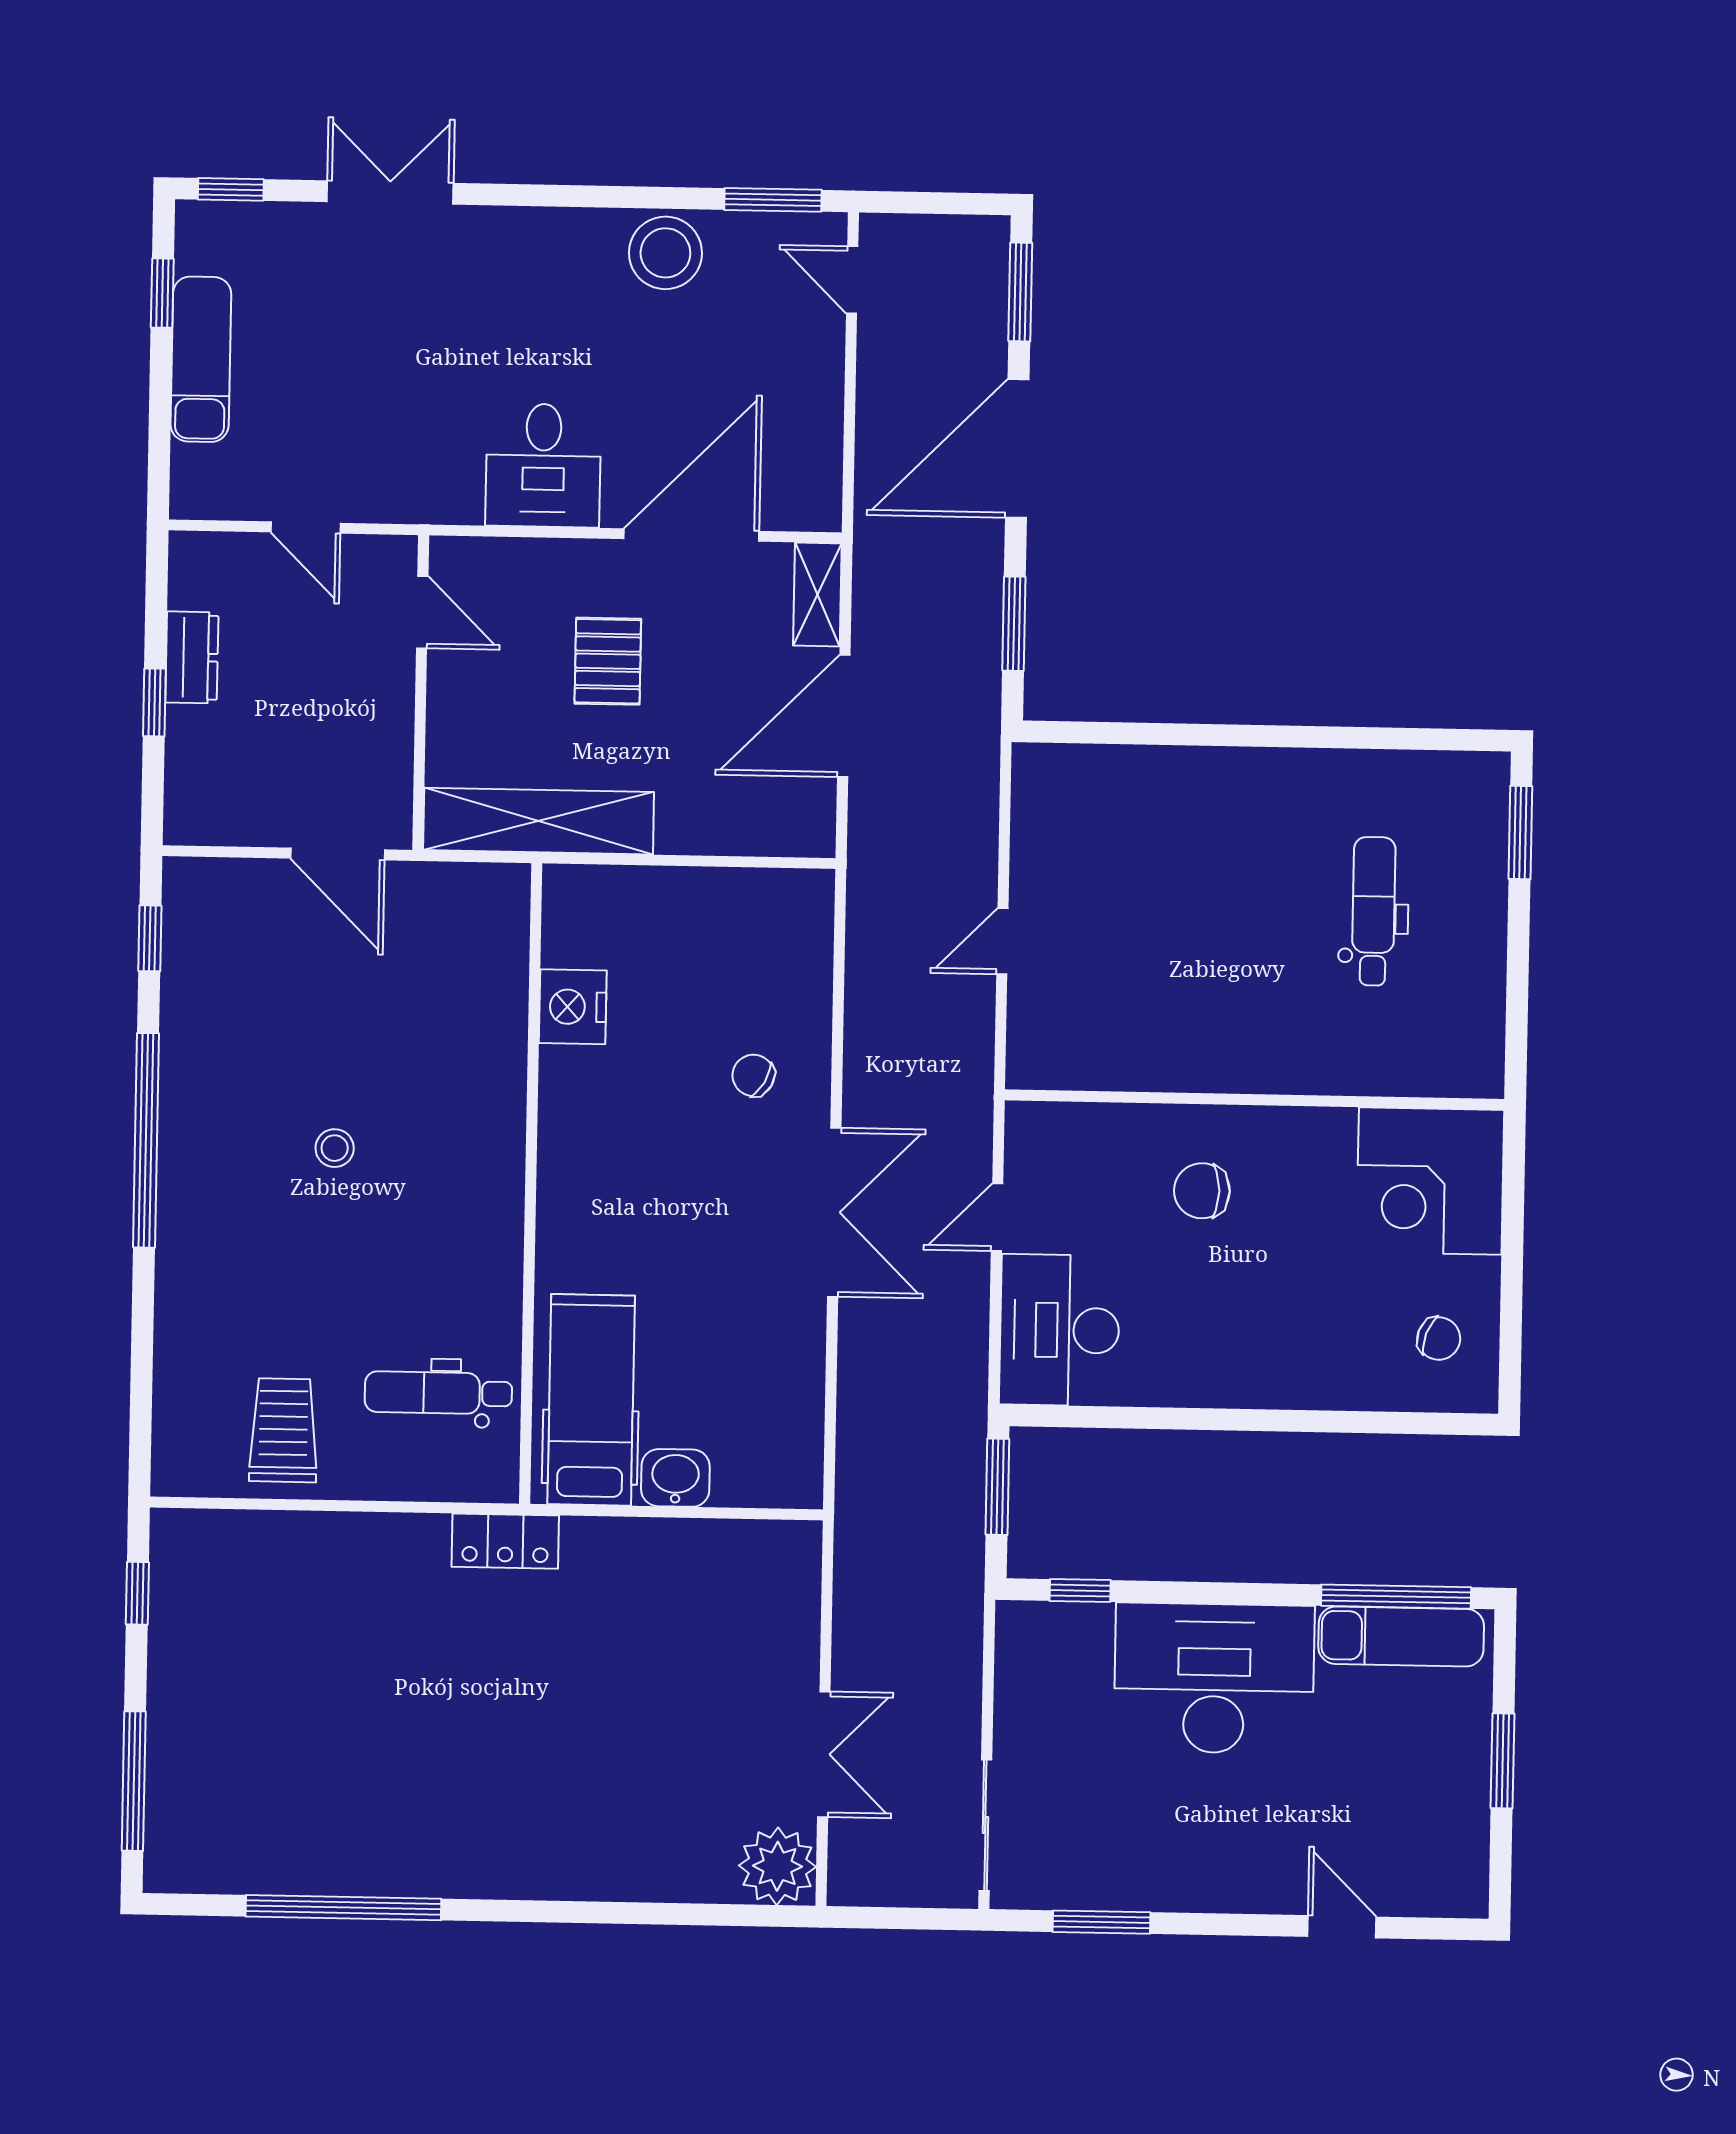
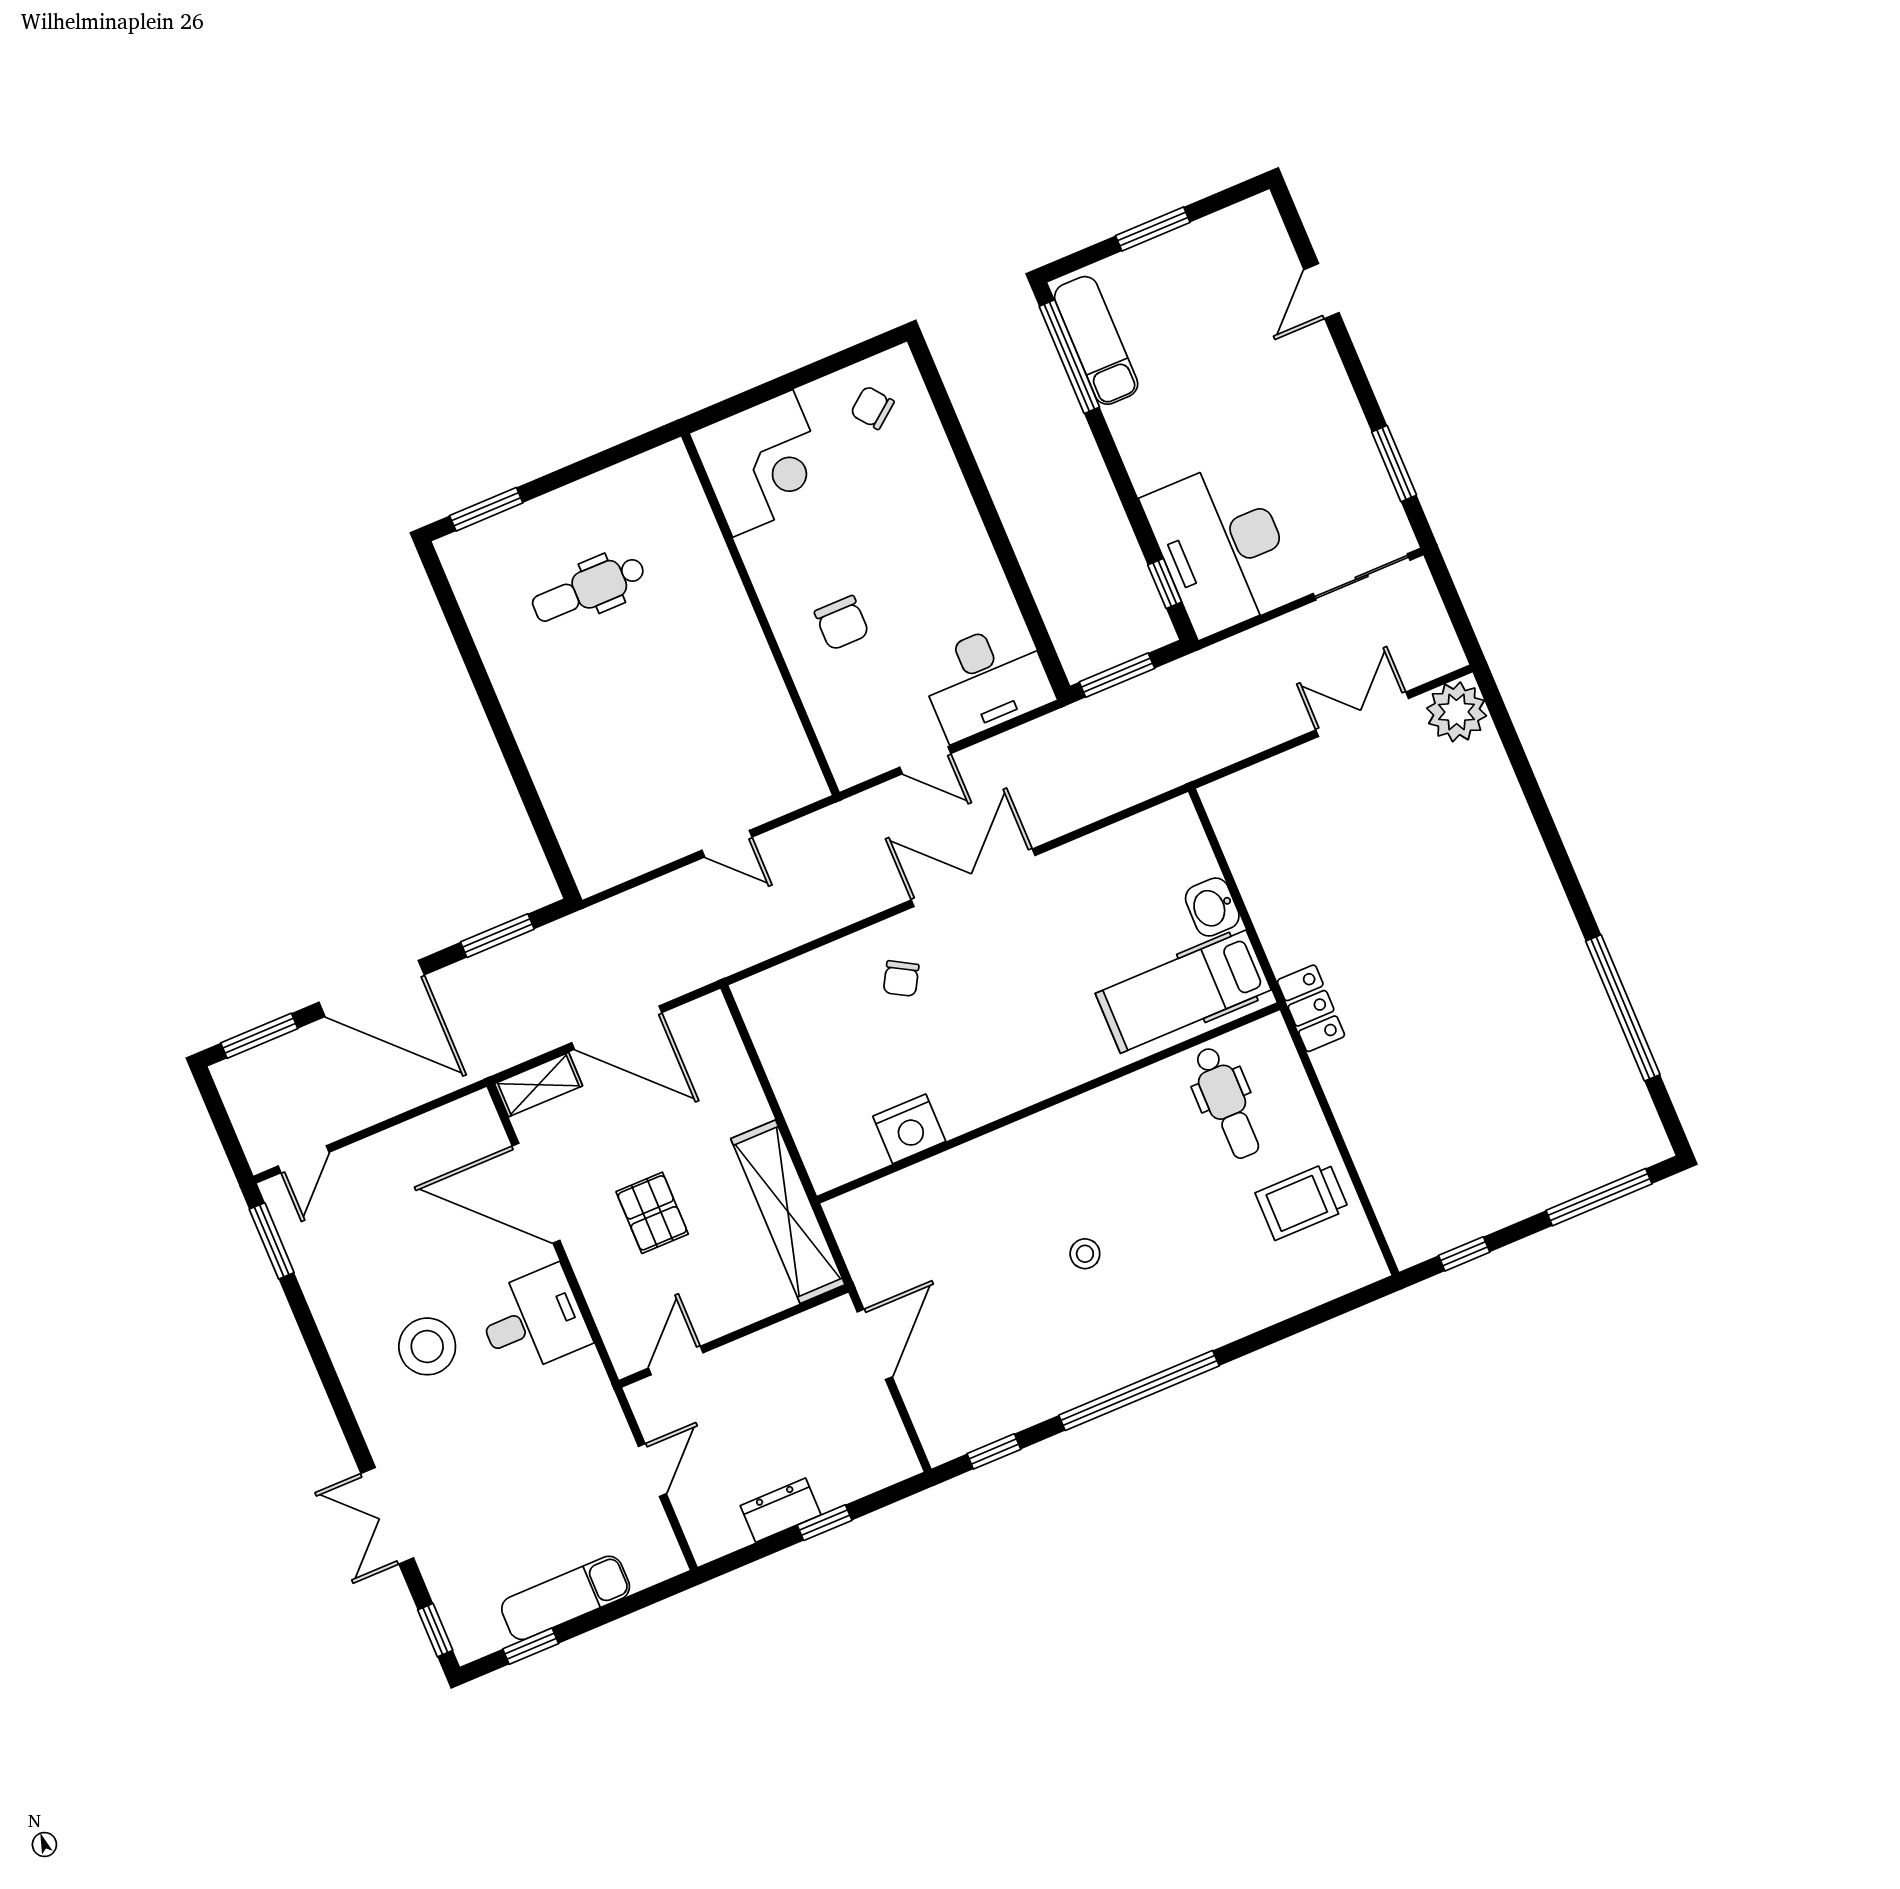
stool: (665, 253) -> (427, 1346), moved
pallet: (608, 661) -> (652, 1213), turned 90
chair: (1439, 1339) -> (872, 408), turned -58
desk: (1214, 1678) -> (1222, 547), moved

